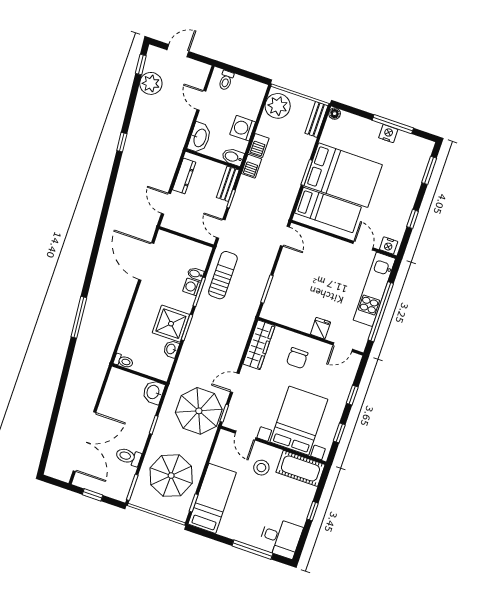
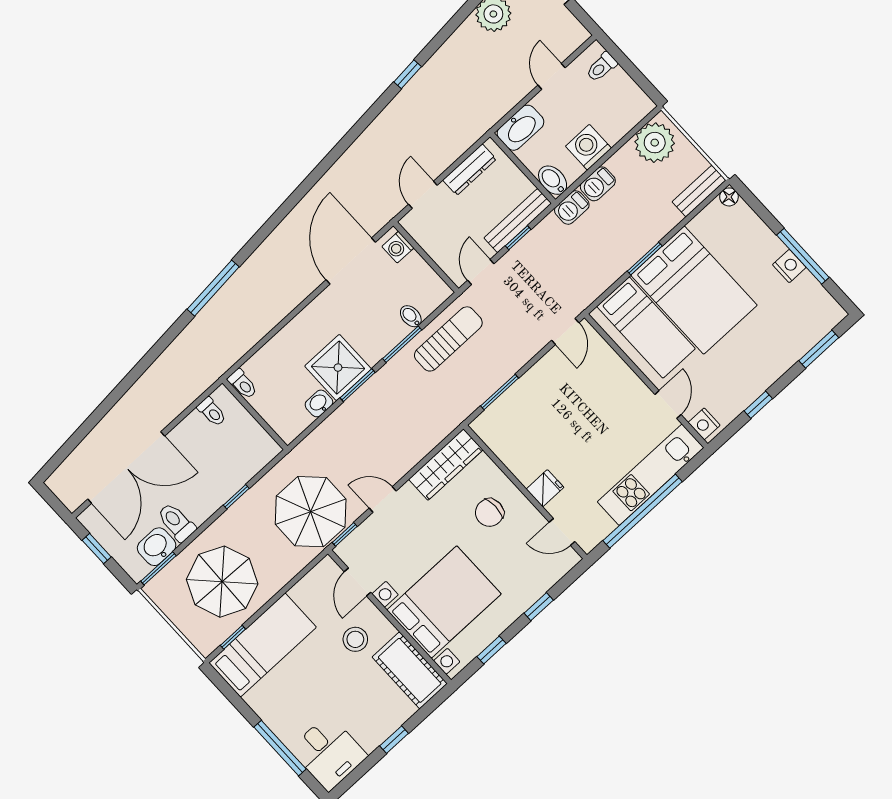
bench: (228, 184) -> (518, 221), width x1.36
washing machine: (192, 287) -> (398, 247), moved, turned -90
toilet: (115, 386) -> (212, 412), added
washbasin: (153, 392) -> (157, 547), moved

